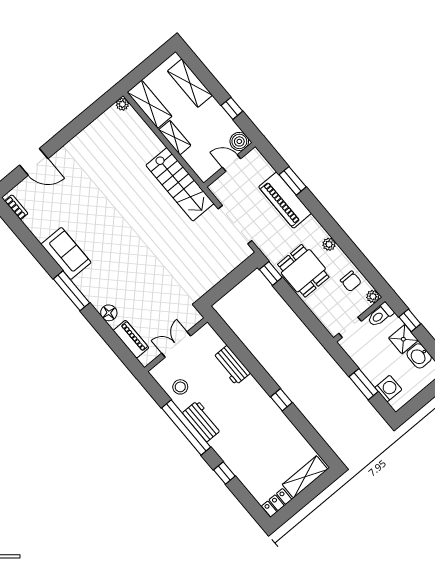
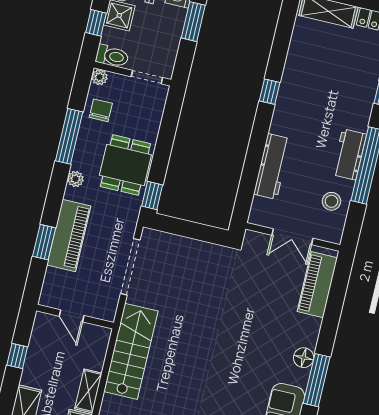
boiler: (239, 141) -> (44, 324), removed
plant: (329, 244) -> (75, 179), moved
window: (349, 248) -> (69, 136), added
floor lamp: (109, 313) -> (304, 358), moved
piano: (131, 339) -> (317, 285), width x1.37, depth x1.33
workbench: (232, 365) -> (272, 166), width x1.38

